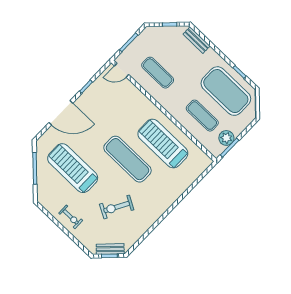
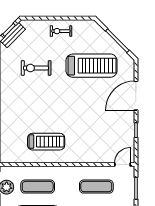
treadmill: (163, 144) -> (46, 142), width x0.73, depth x0.73
exercise mat: (128, 159) -> (60, 108), removed
exercise bike: (117, 207) -> (36, 68), turned -119

